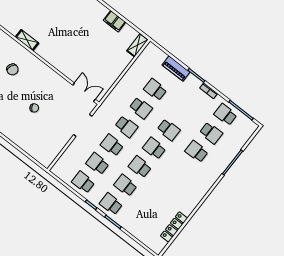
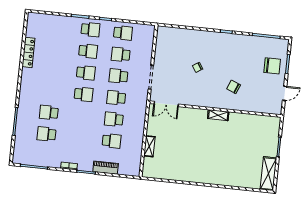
filing cabinet: (115, 21) -> (177, 175), removed
shelving: (27, 40) -> (218, 115), moved
shelving: (137, 45) -> (149, 146), moved
school desk: (225, 114) -> (44, 156), removed
school desk: (169, 130) -> (81, 116), removed
school desk: (112, 145) -> (118, 76), turned 180
school desk: (197, 152) -> (49, 112), turned 180
school desk: (98, 164) -> (121, 54), turned 180
locker: (174, 227) -> (28, 52), moved

